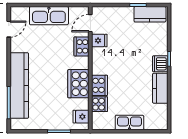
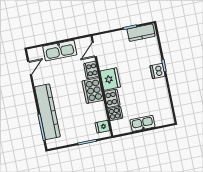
fridge: (99, 40) -> (110, 79), moved, width x1.88, depth x1.34
cooker: (78, 84) -> (93, 91), moved
kitchen counter: (160, 88) -> (162, 91), removed

